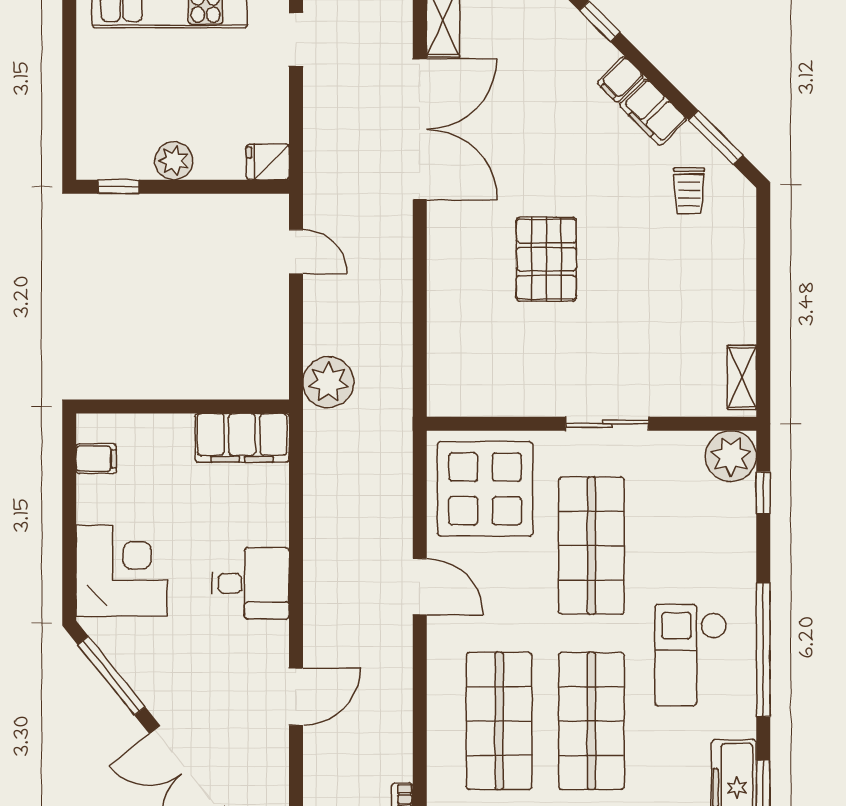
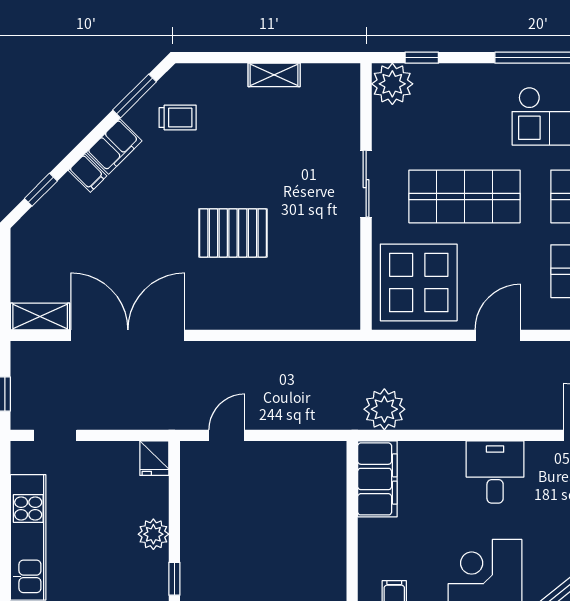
shelving: (742, 377) -> (274, 75), moved
plant: (328, 382) -> (384, 409), moved

